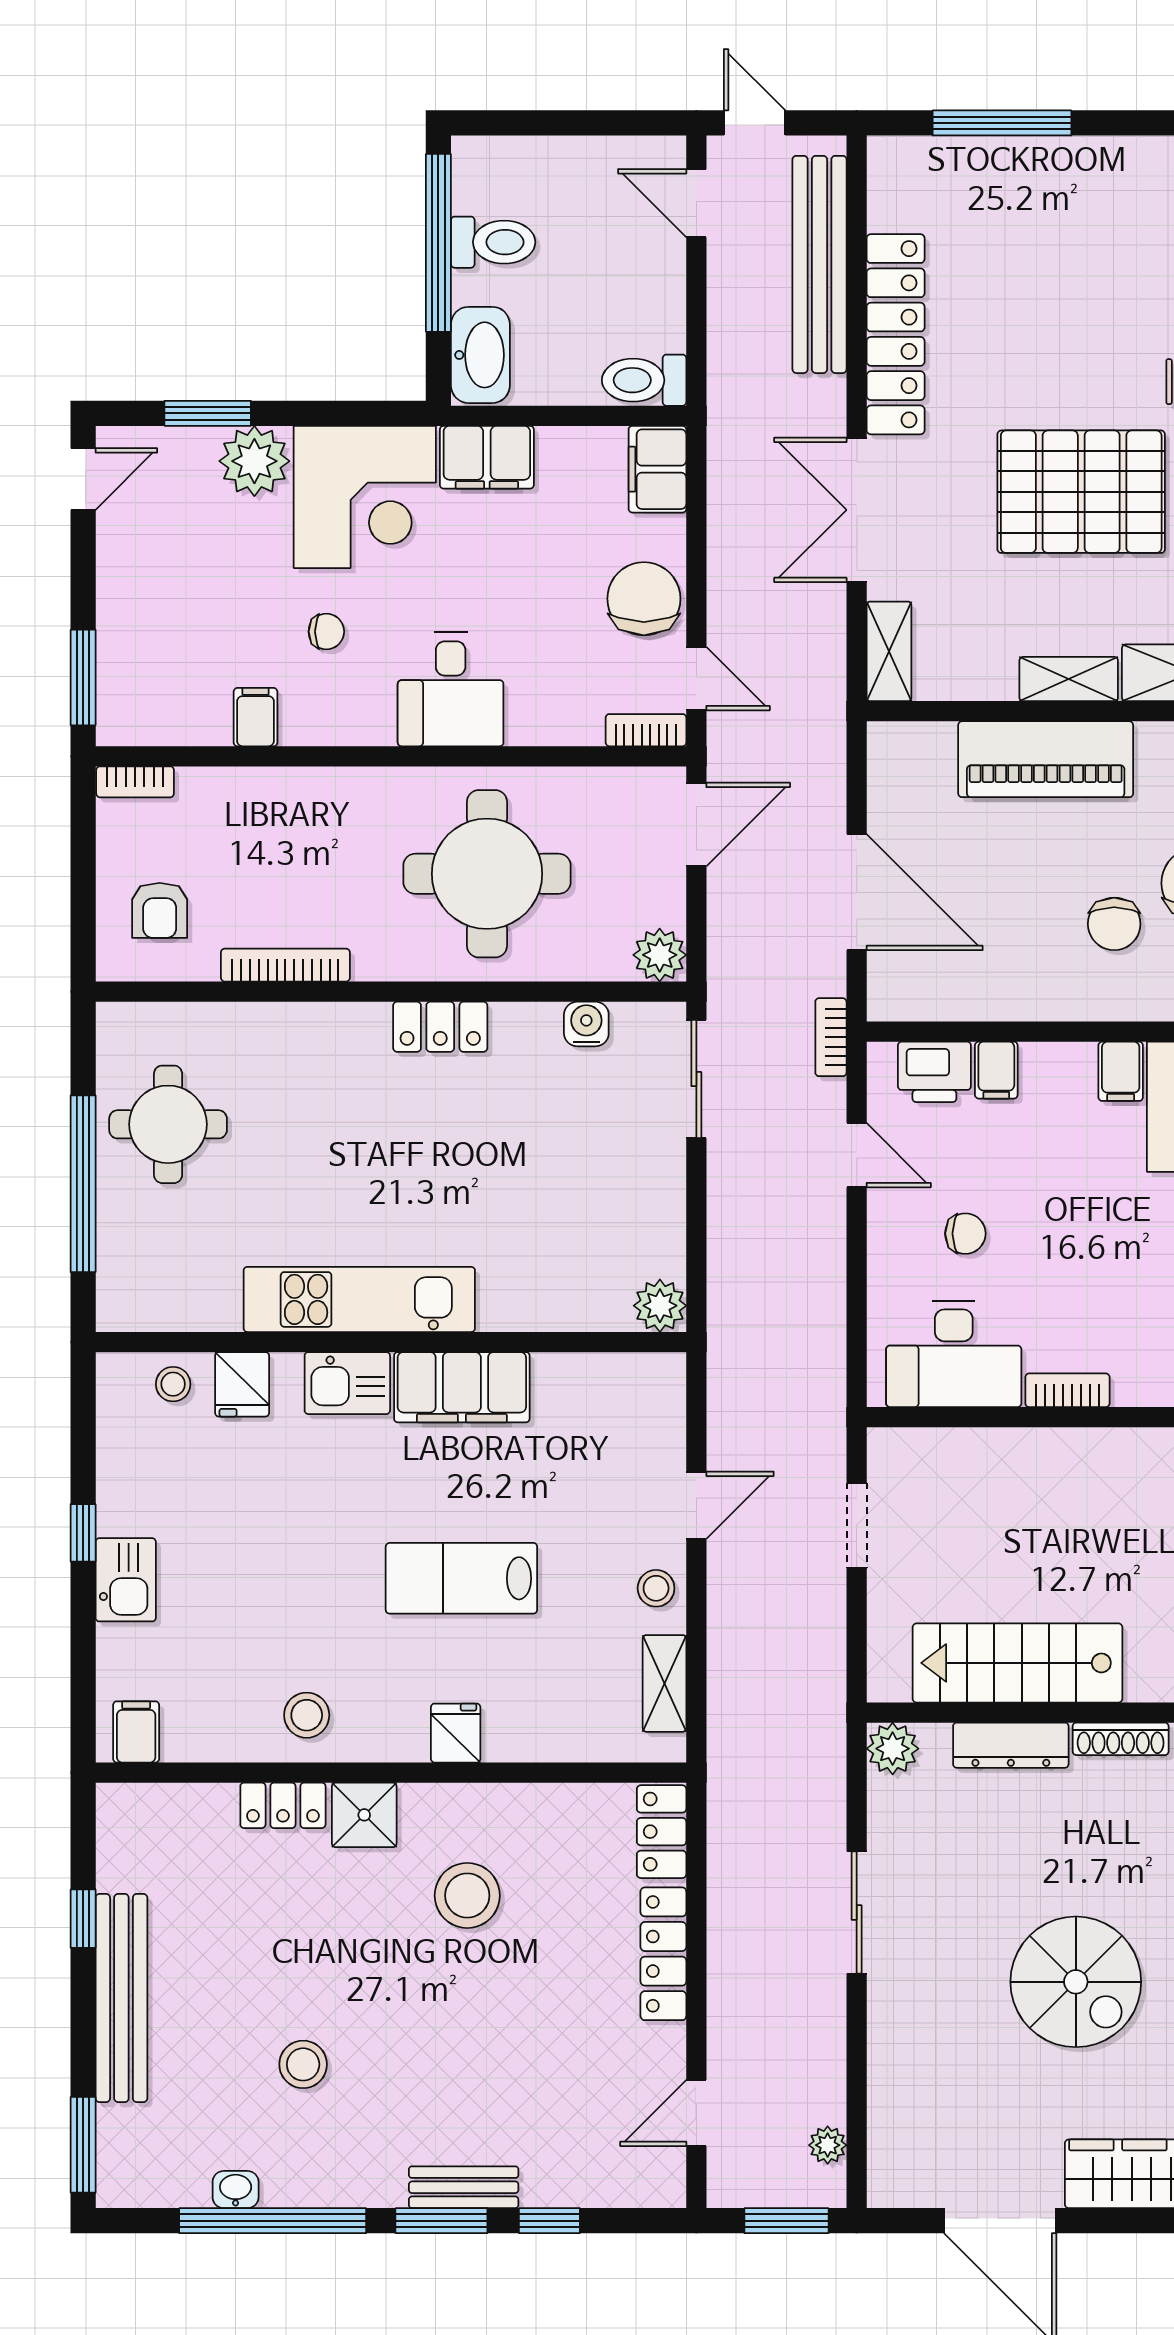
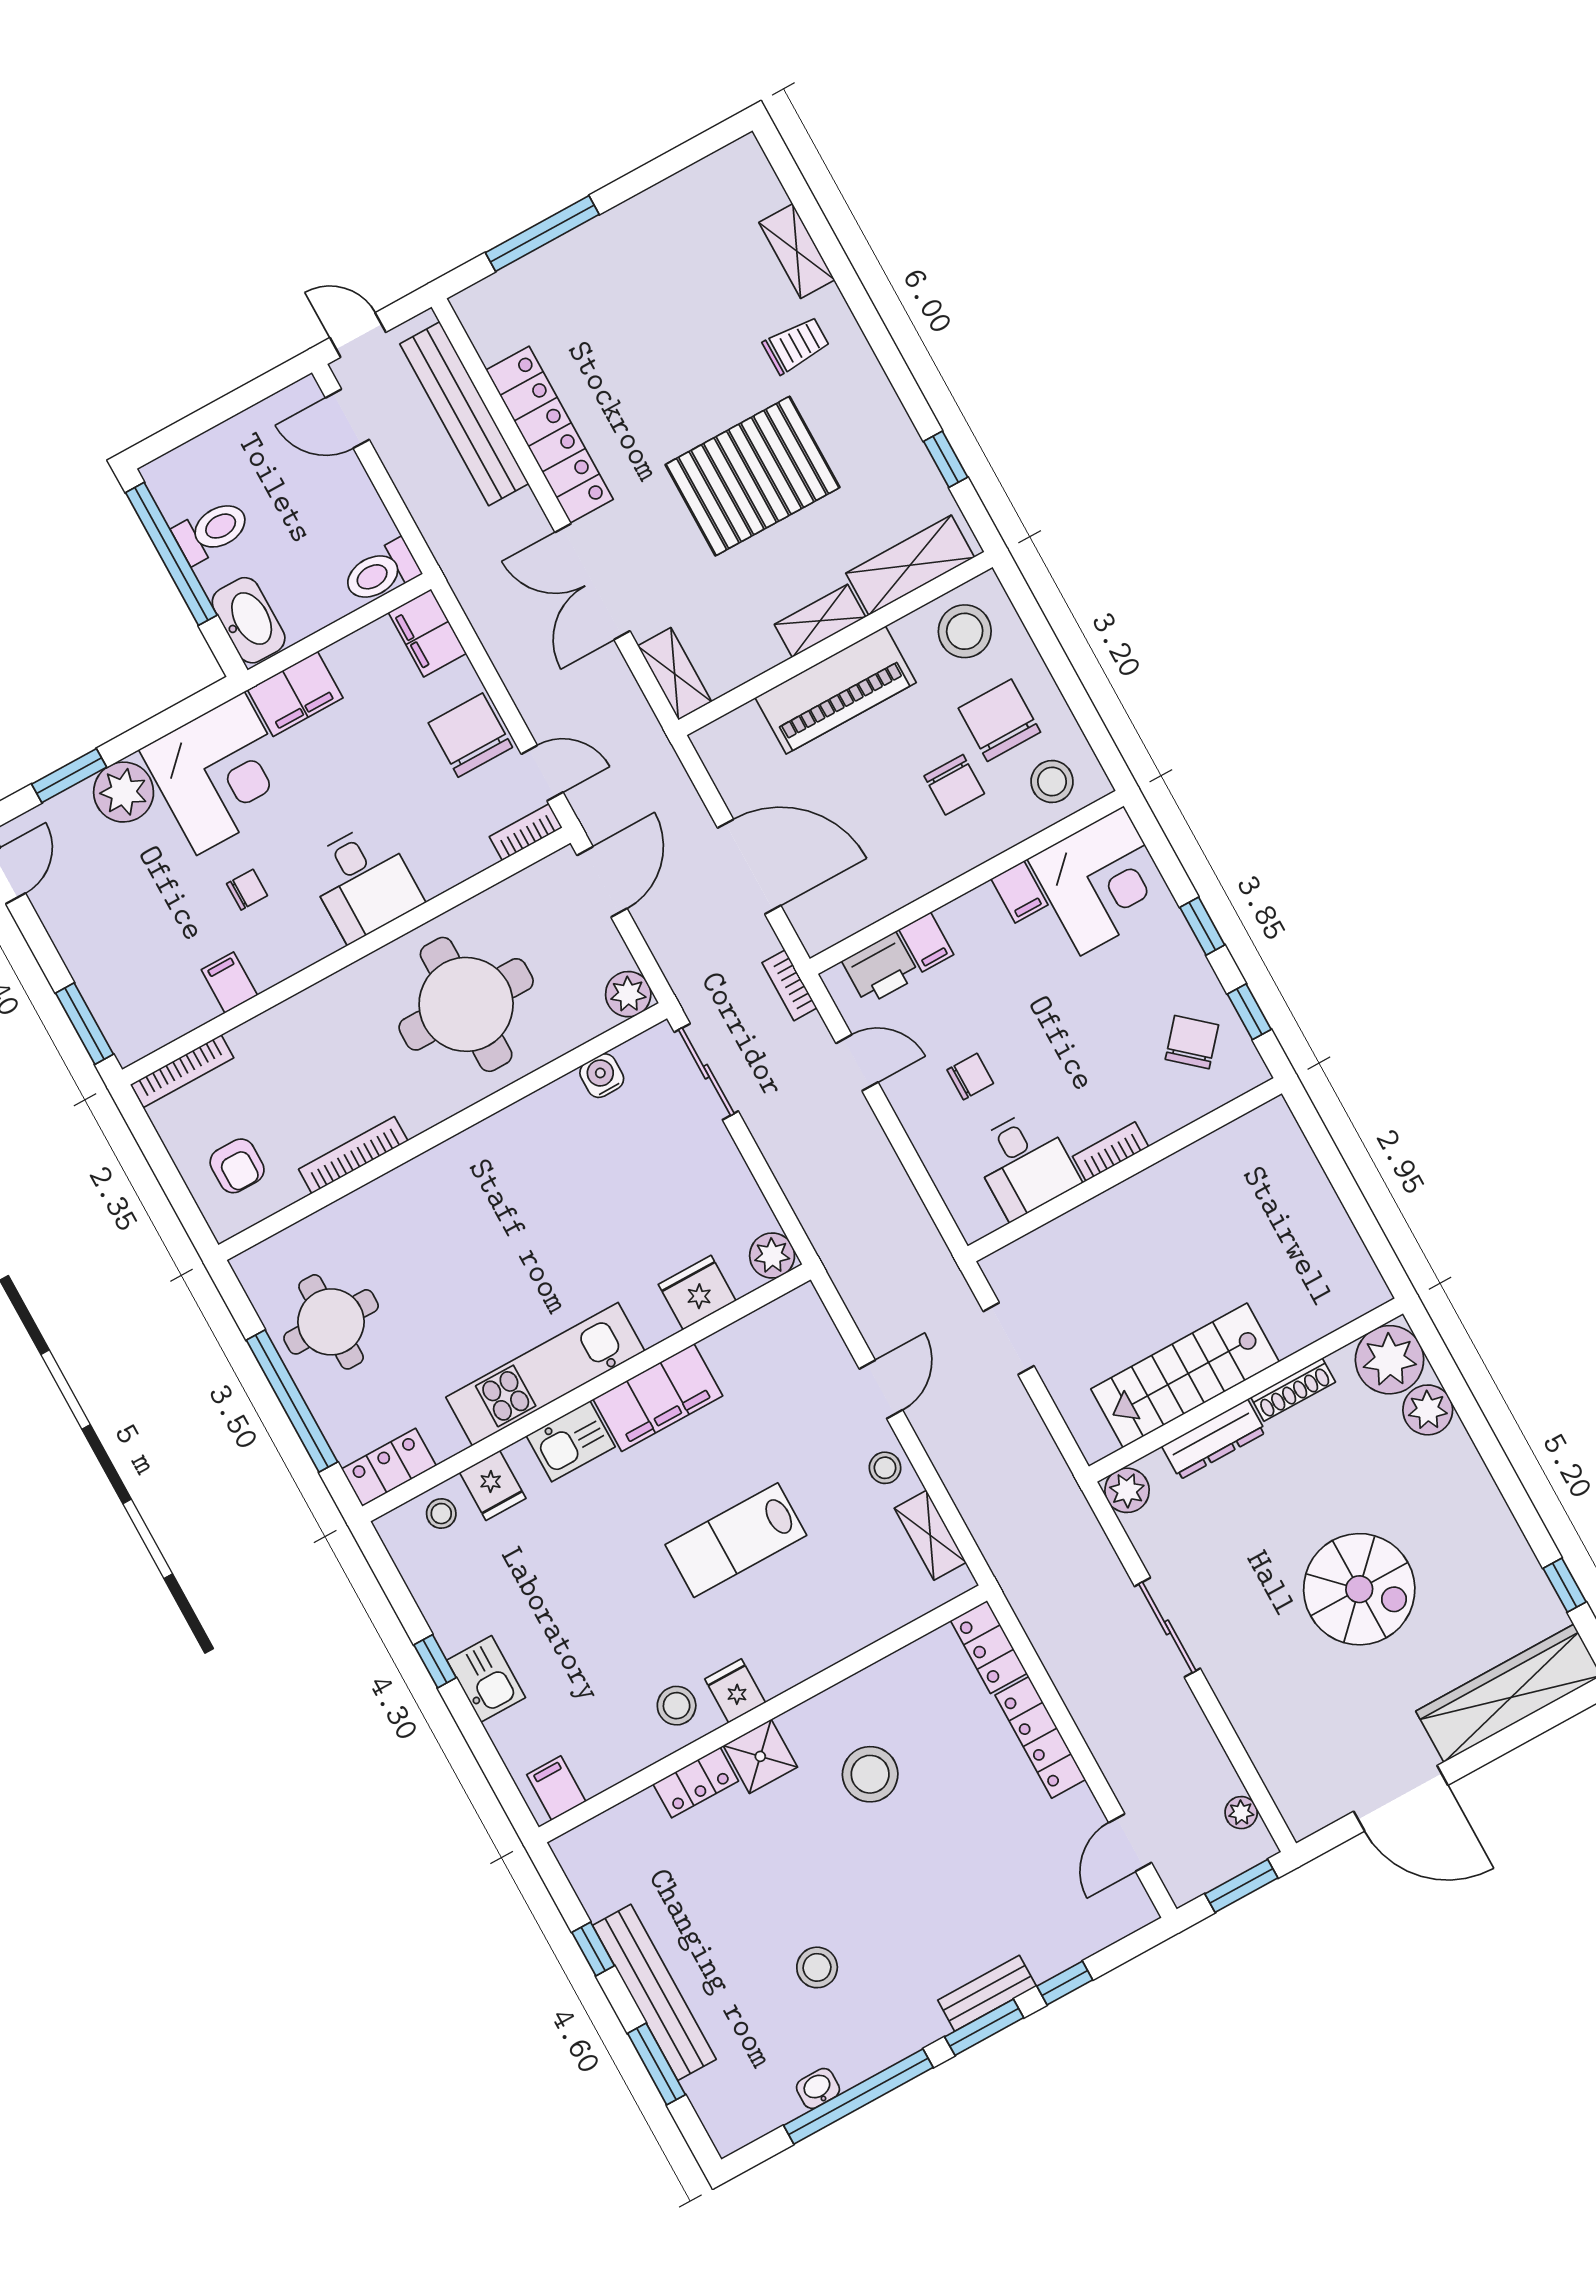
bookcase: (135, 782) -> (182, 1071), width x1.56
locker: (440, 1027) -> (389, 1467), moved, turned 180
fridge: (562, 1301) -> (697, 1293), added
desk: (954, 1354) -> (1025, 1164), width x0.73
fridge: (456, 1733) -> (735, 1691), moved
window: (83, 2145) -> (656, 2064), moved

